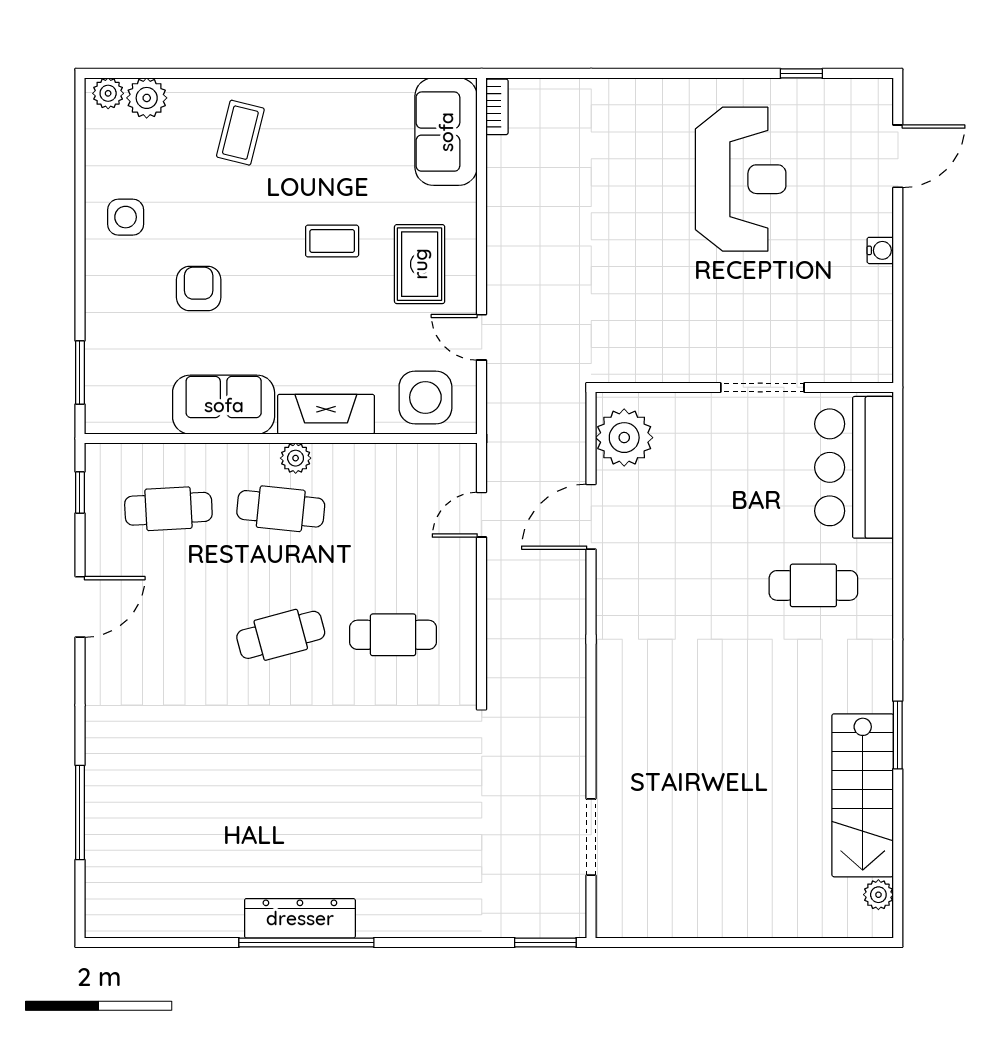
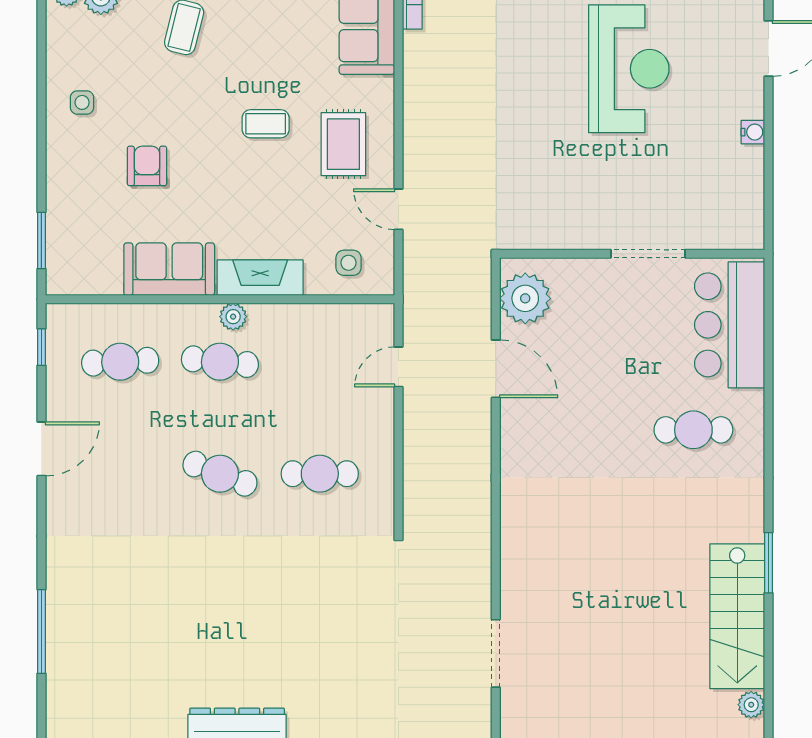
side table: (126, 217) -> (82, 102), width x0.73, depth x0.73
side table: (425, 397) -> (349, 263), width x0.54, depth x0.54
door: (591, 517) -> (496, 369), swing flipped
cafe table: (281, 635) -> (220, 474), turned 36

